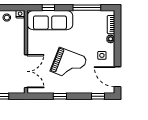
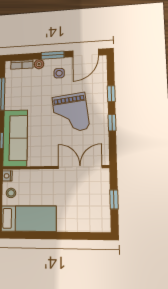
window: (118, 50) -> (53, 55), added
grand piano: (69, 64) -> (71, 113), turned 152
window: (98, 96) -> (111, 94), moved

